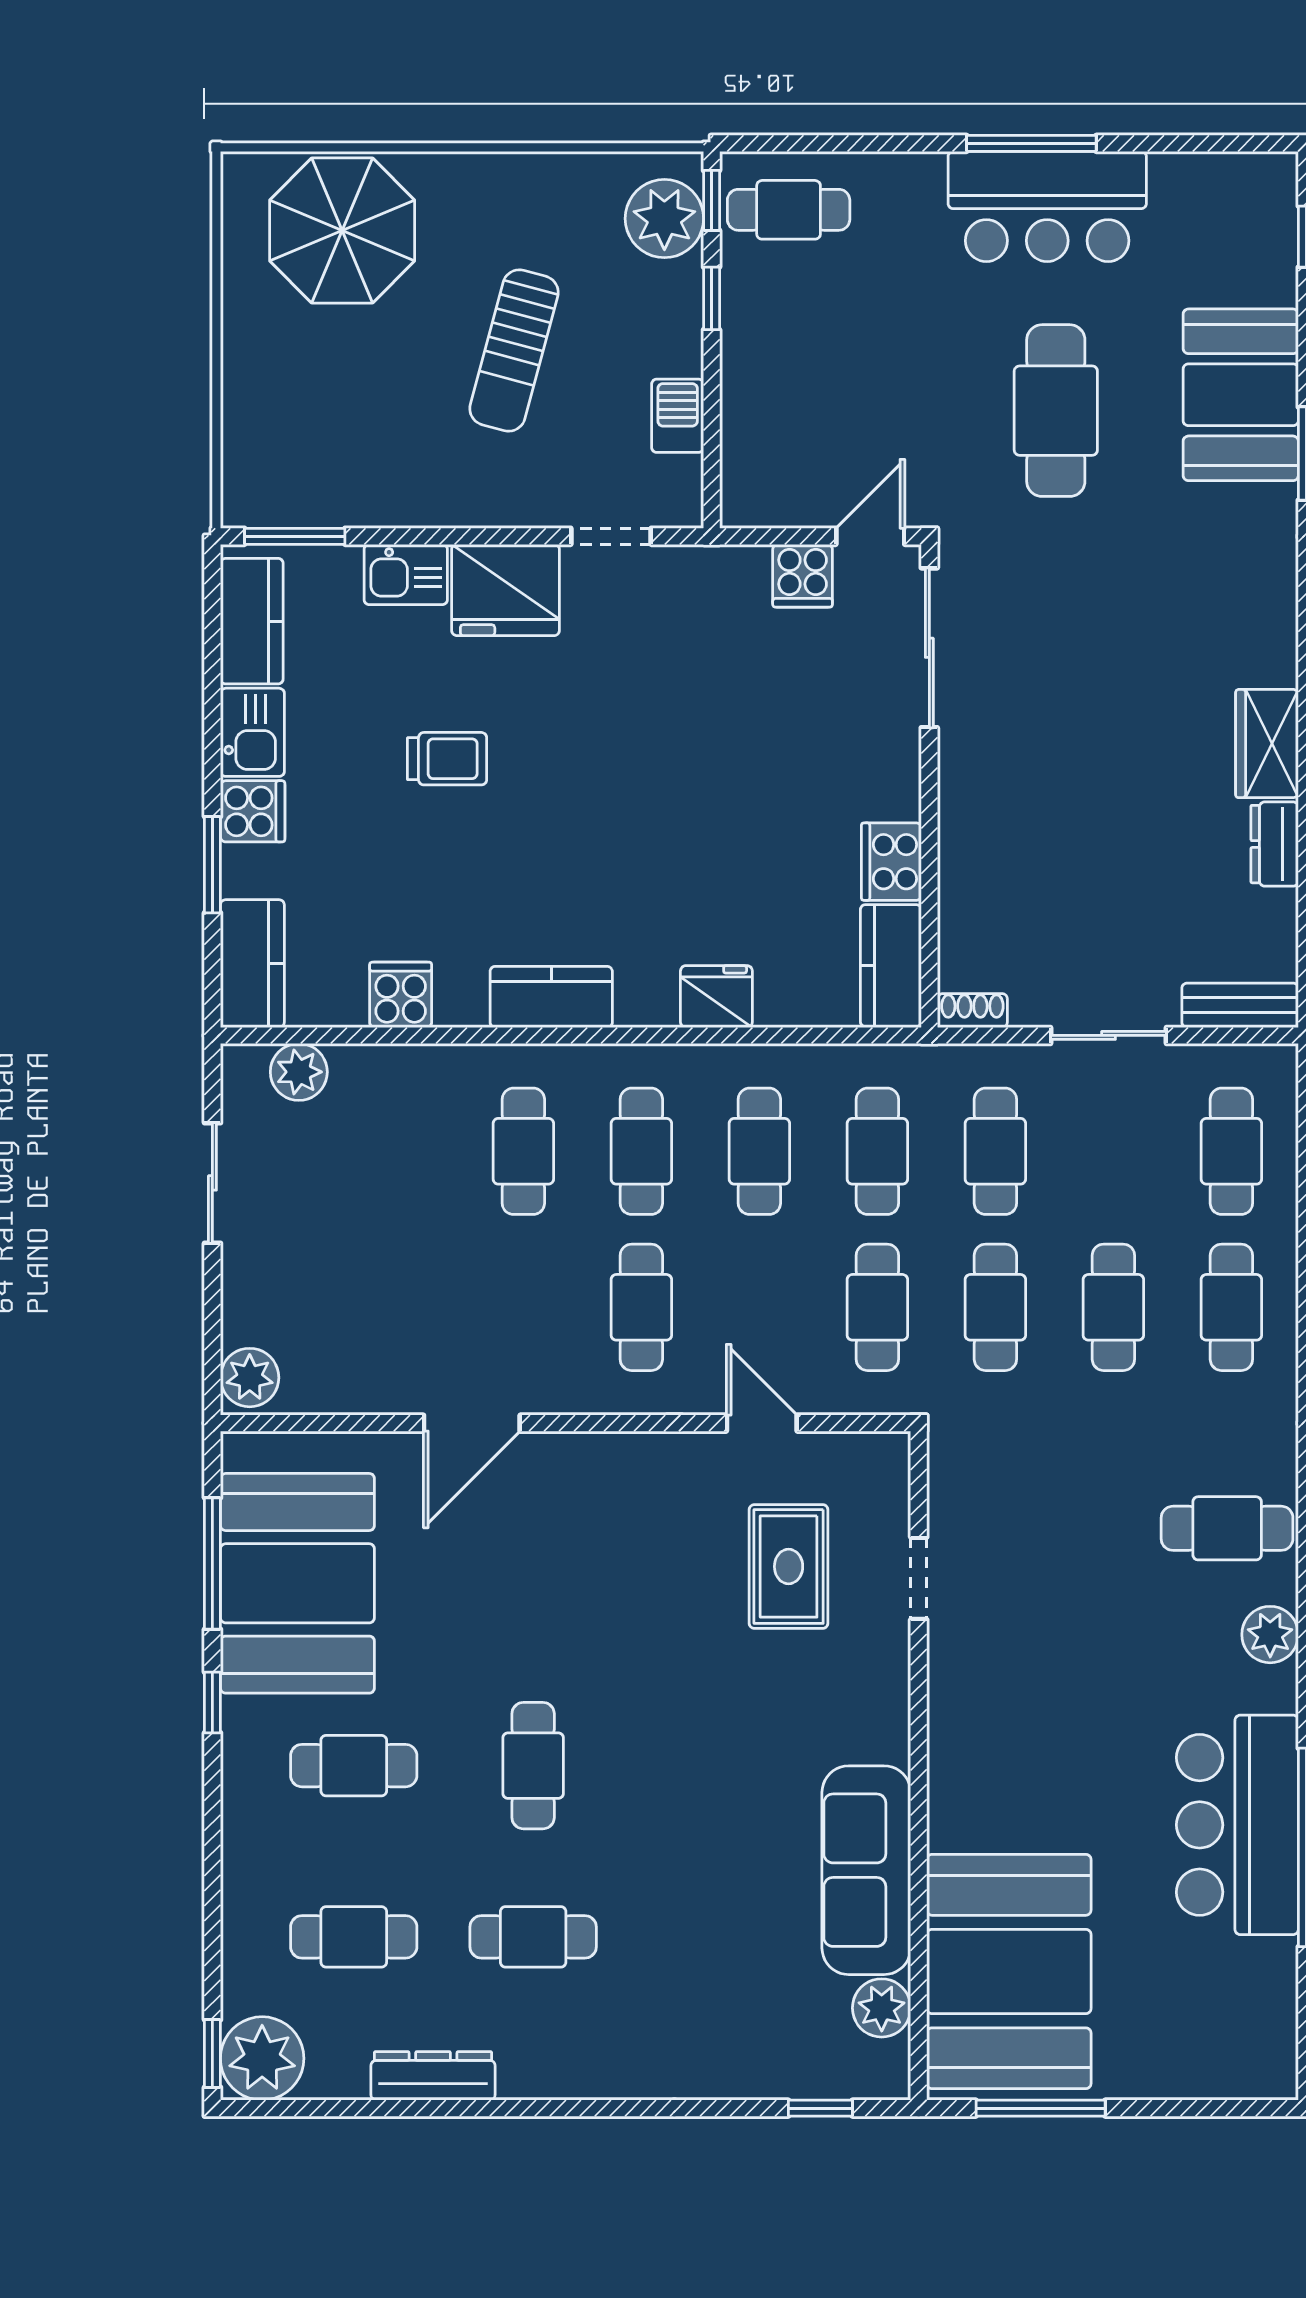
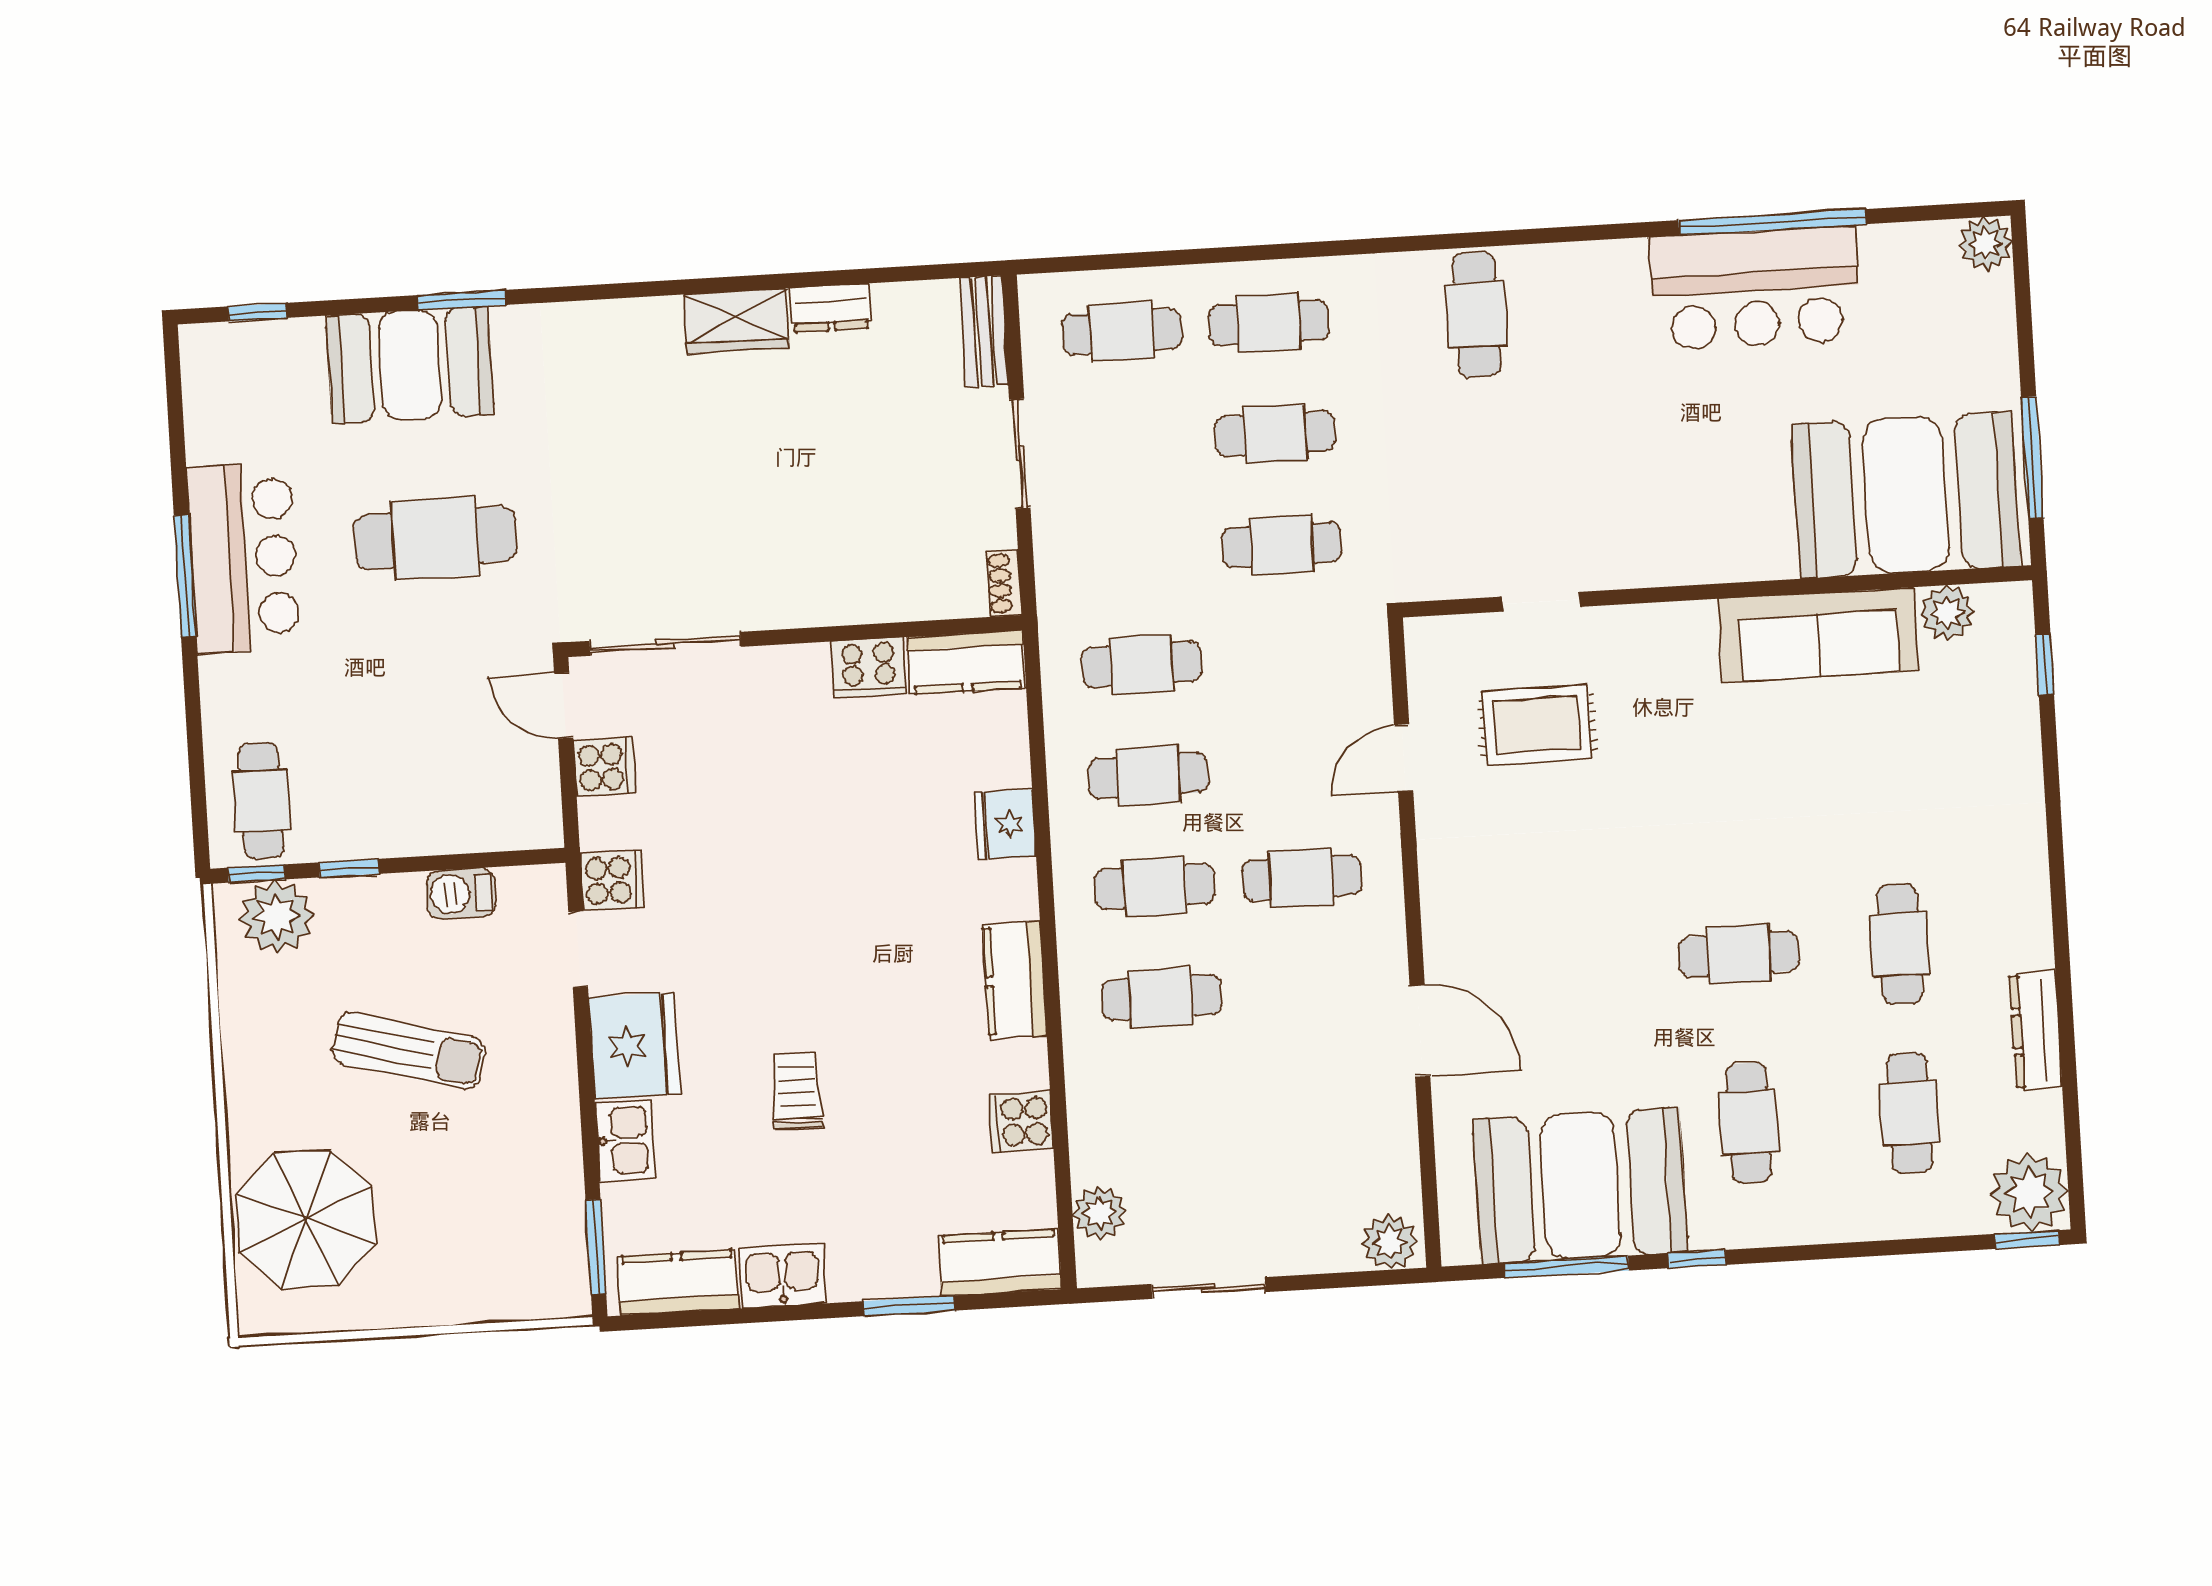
cooker: (253, 811) -> (612, 880), moved, turned 90
cafe table: (995, 1151) -> (1135, 553), removed
cafe table: (877, 1307) -> (1288, 656), removed
plant: (1270, 1635) -> (1985, 244), moved

